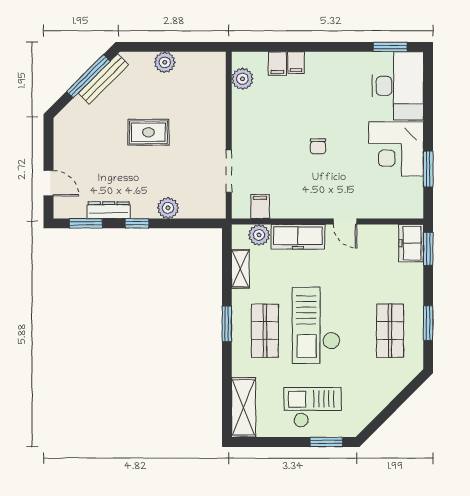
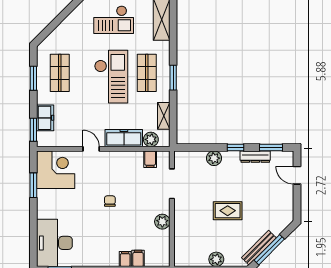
plant: (242, 79) -> (162, 222), moved
corner desk: (396, 149) -> (56, 170), moved
freezer: (411, 243) -> (45, 118), moved

